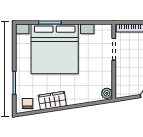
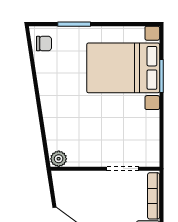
bed with nightstands: (55, 49) -> (123, 68), width x0.73
wardrobe: (52, 101) -> (48, 80), removed

